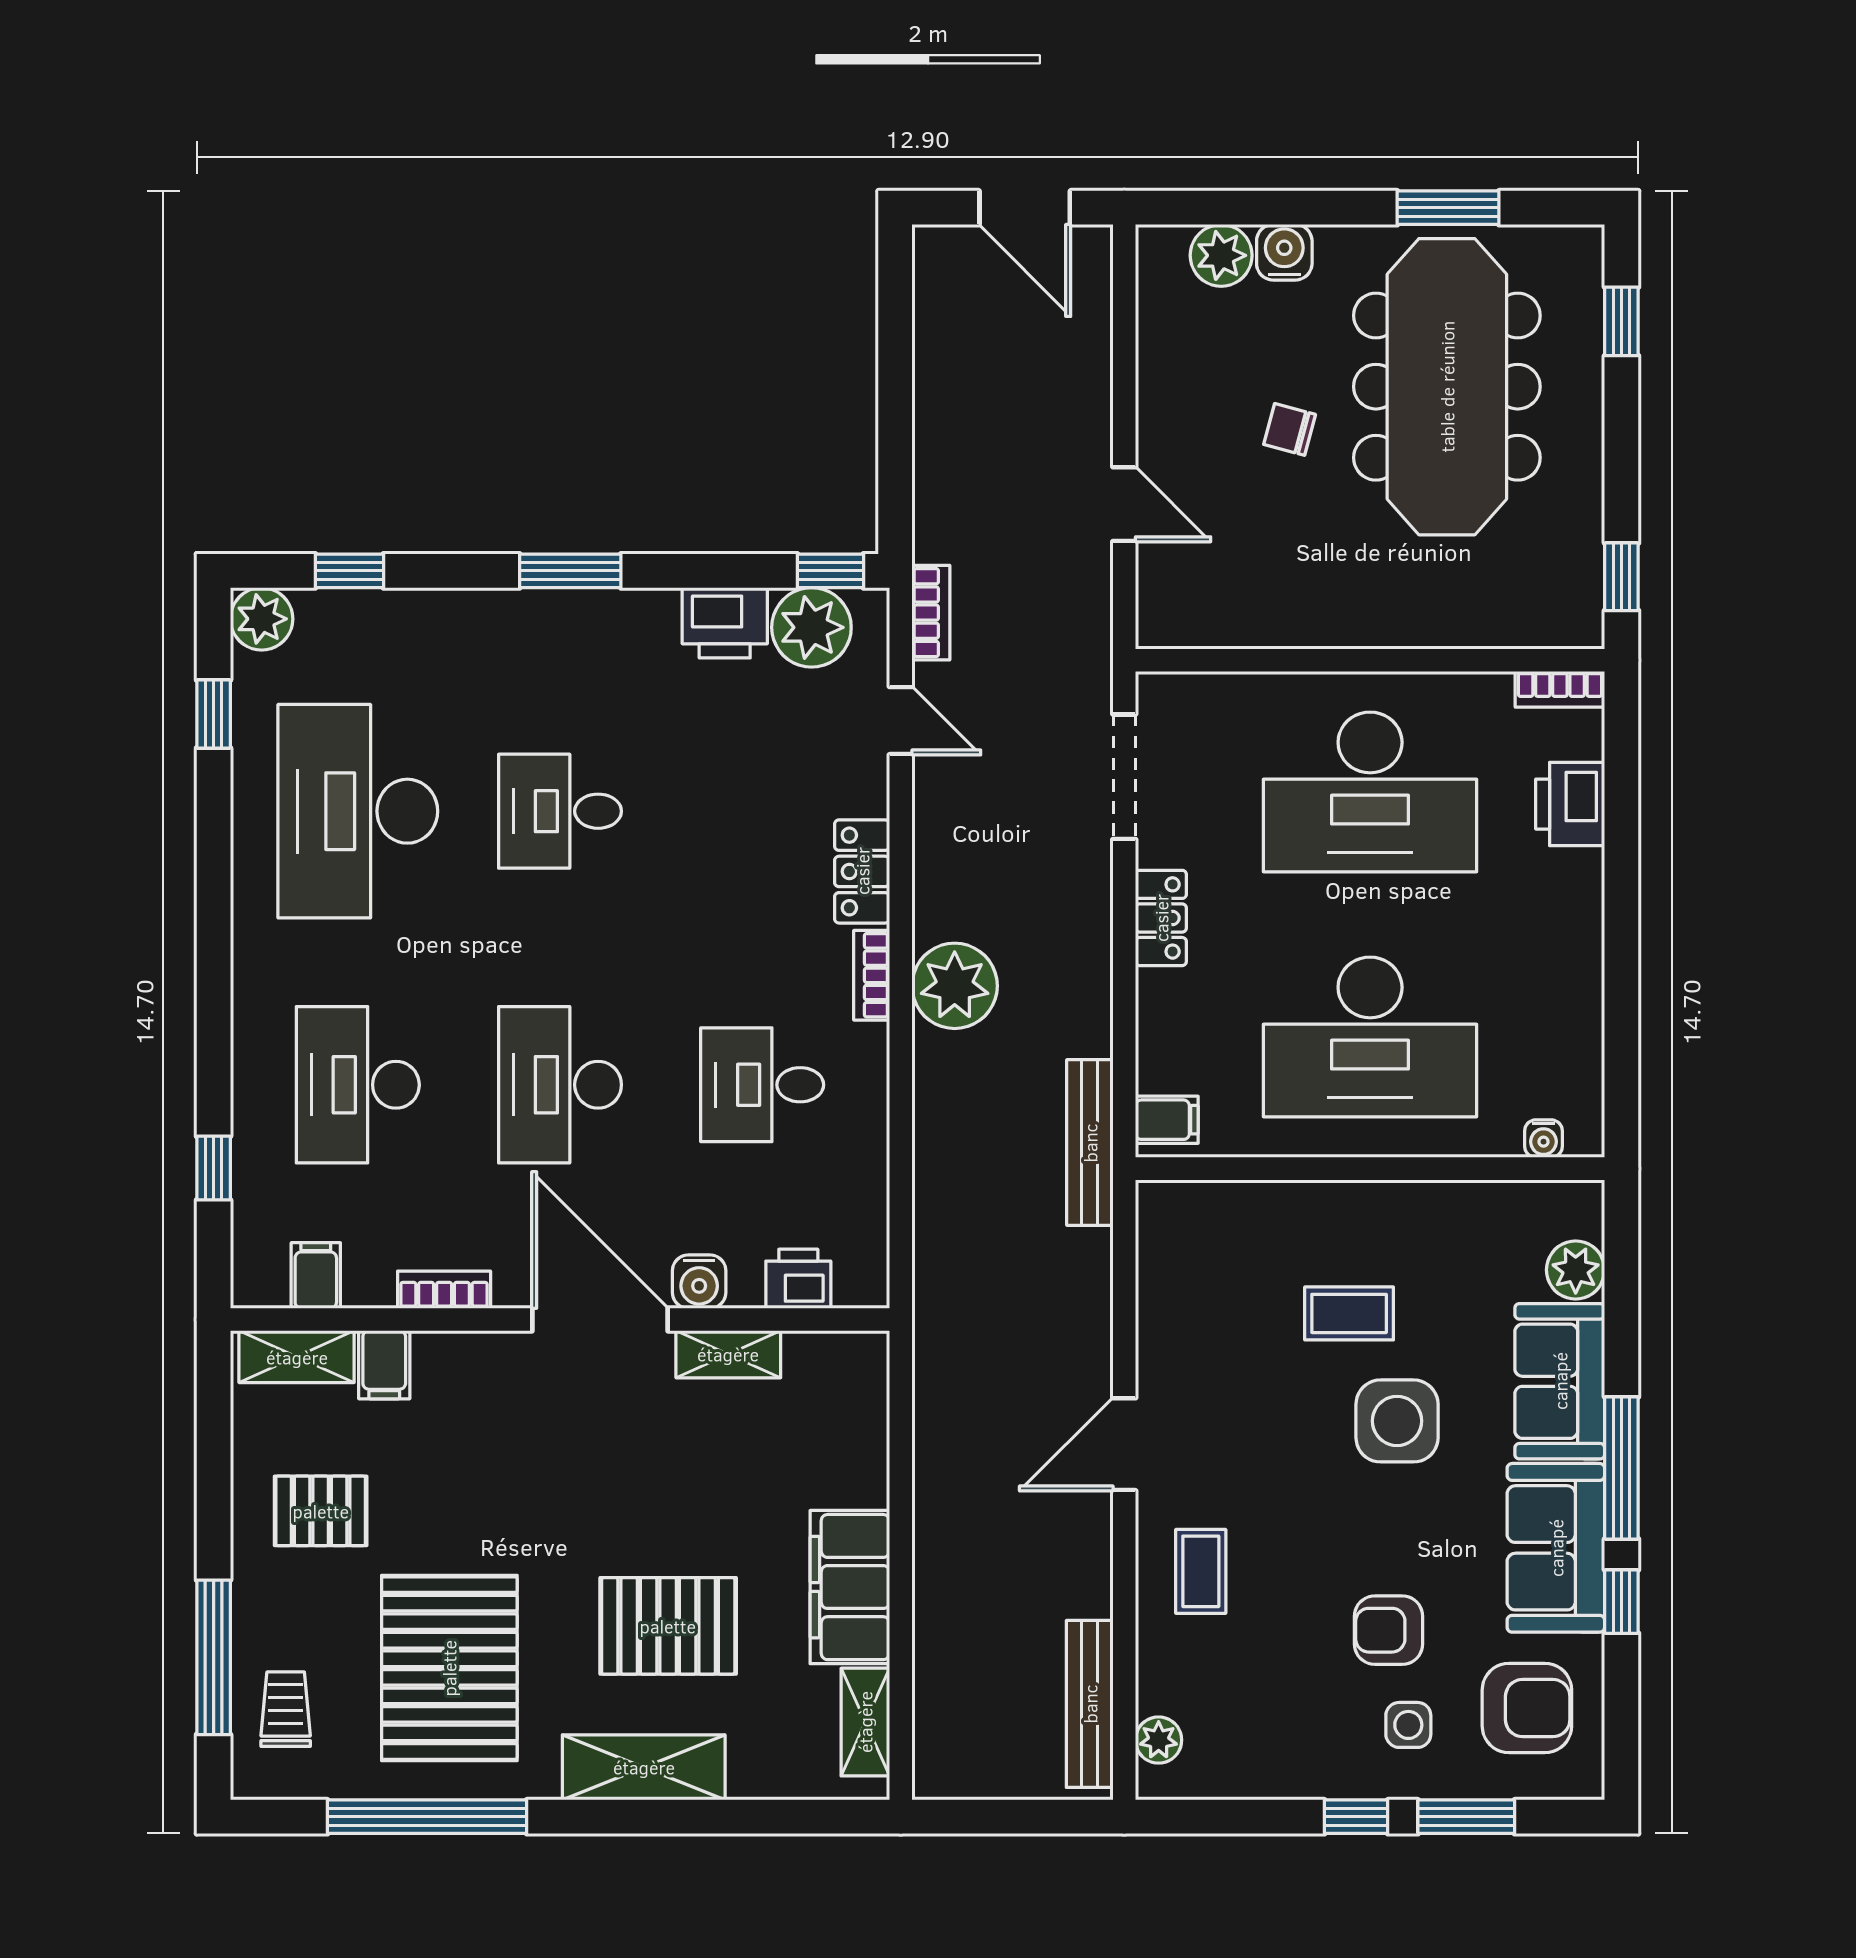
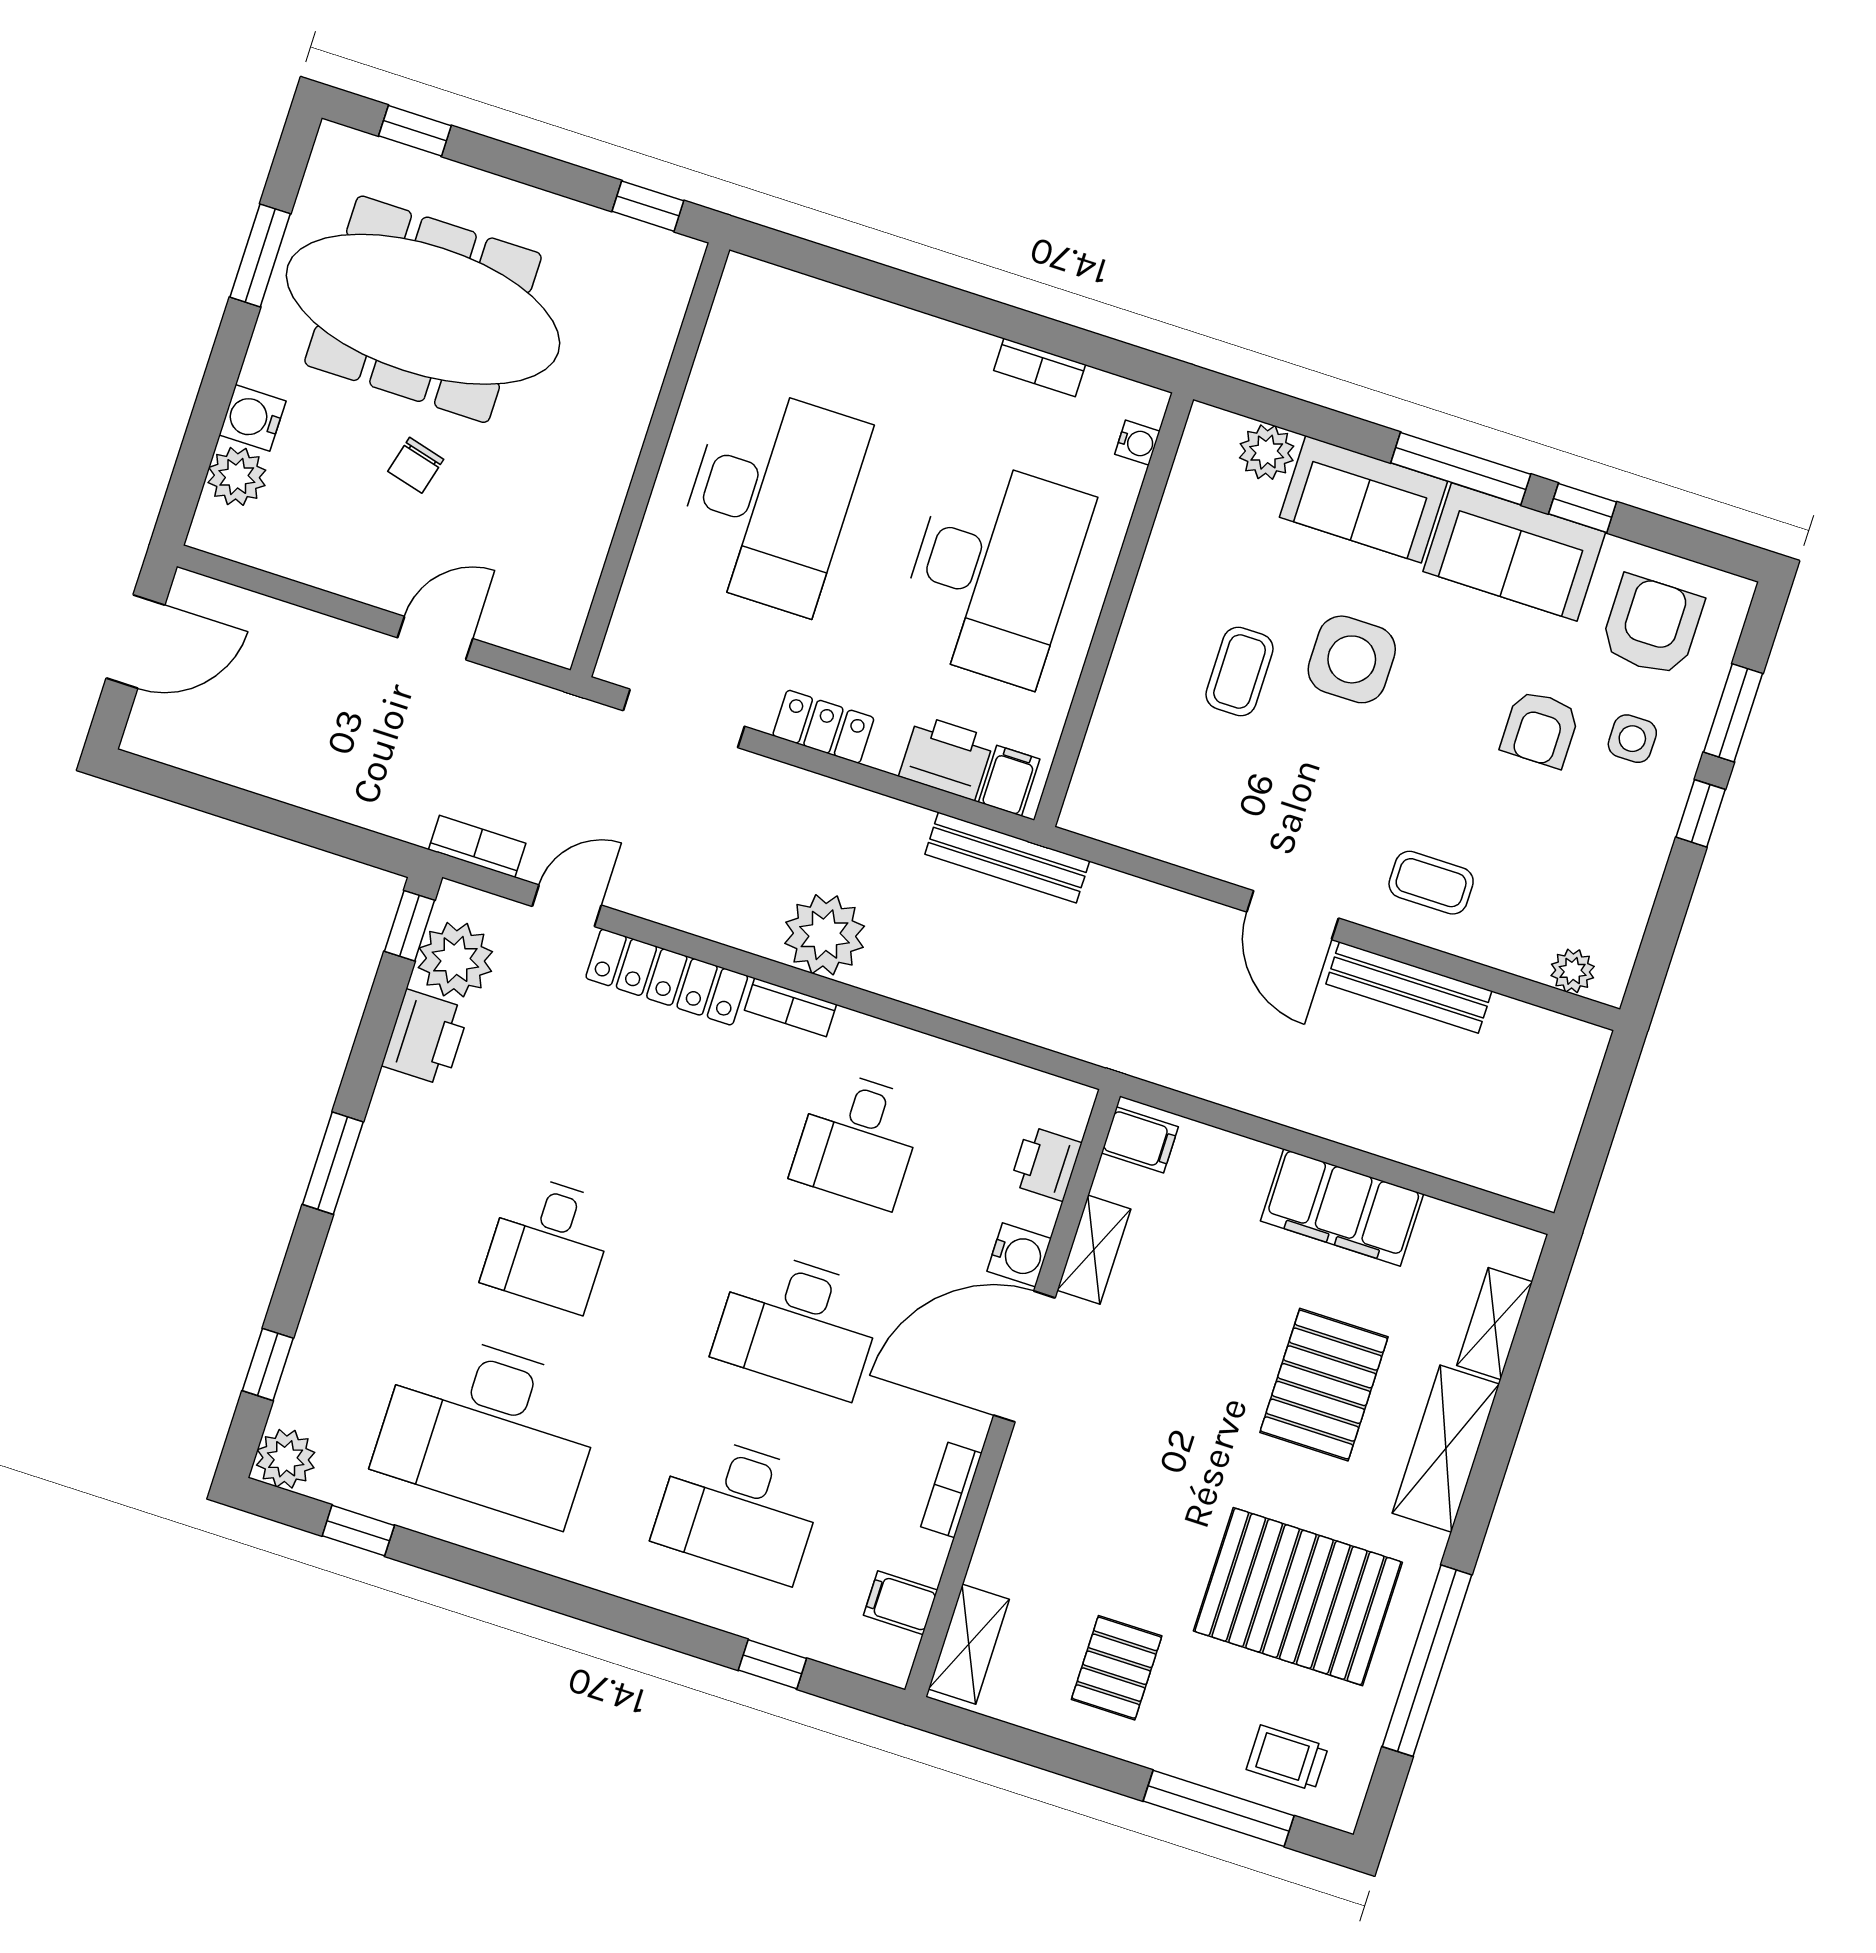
bookcase: (1560, 689) -> (1040, 367), moved, turned 90
printer: (1570, 804) -> (946, 757), moved, turned 180
locker: (862, 871) -> (667, 977), width x1.53
filing cabinet: (384, 1365) -> (1140, 1140), moved
bench: (1090, 1704) -> (1409, 987), moved
shelving: (865, 1722) -> (1495, 1324), moved, turned 90

